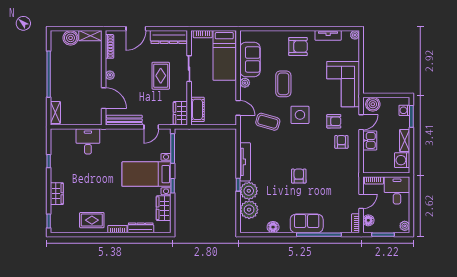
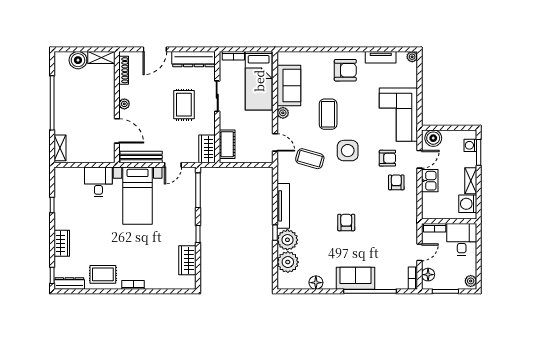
bed with nightstands: (146, 174) -> (138, 196), moved, turned -90
dresser: (141, 228) -> (69, 283), moved

